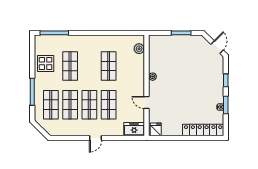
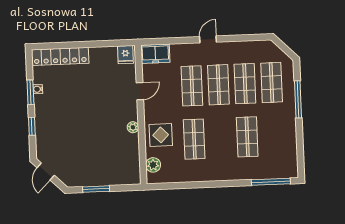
display table: (46, 63) -> (161, 135), moved
door: (146, 102) -> (140, 91), hinge flipped

